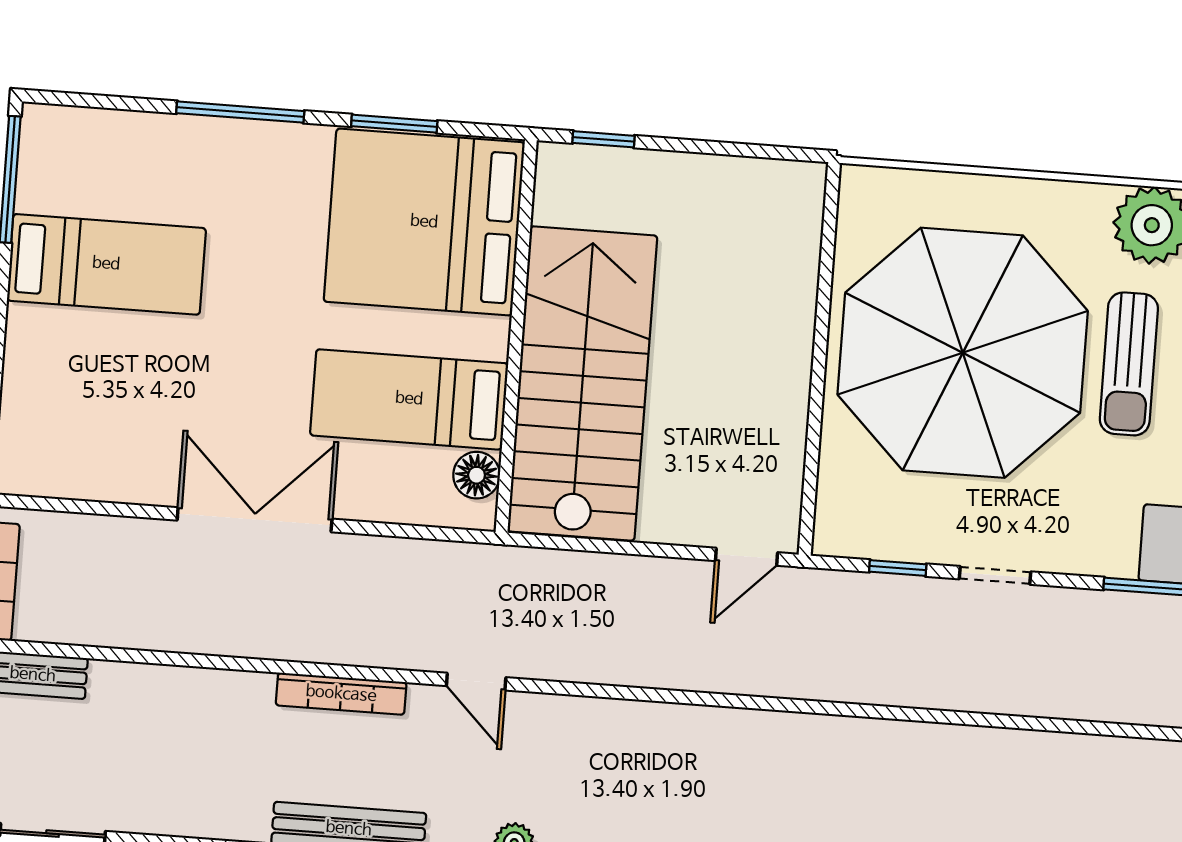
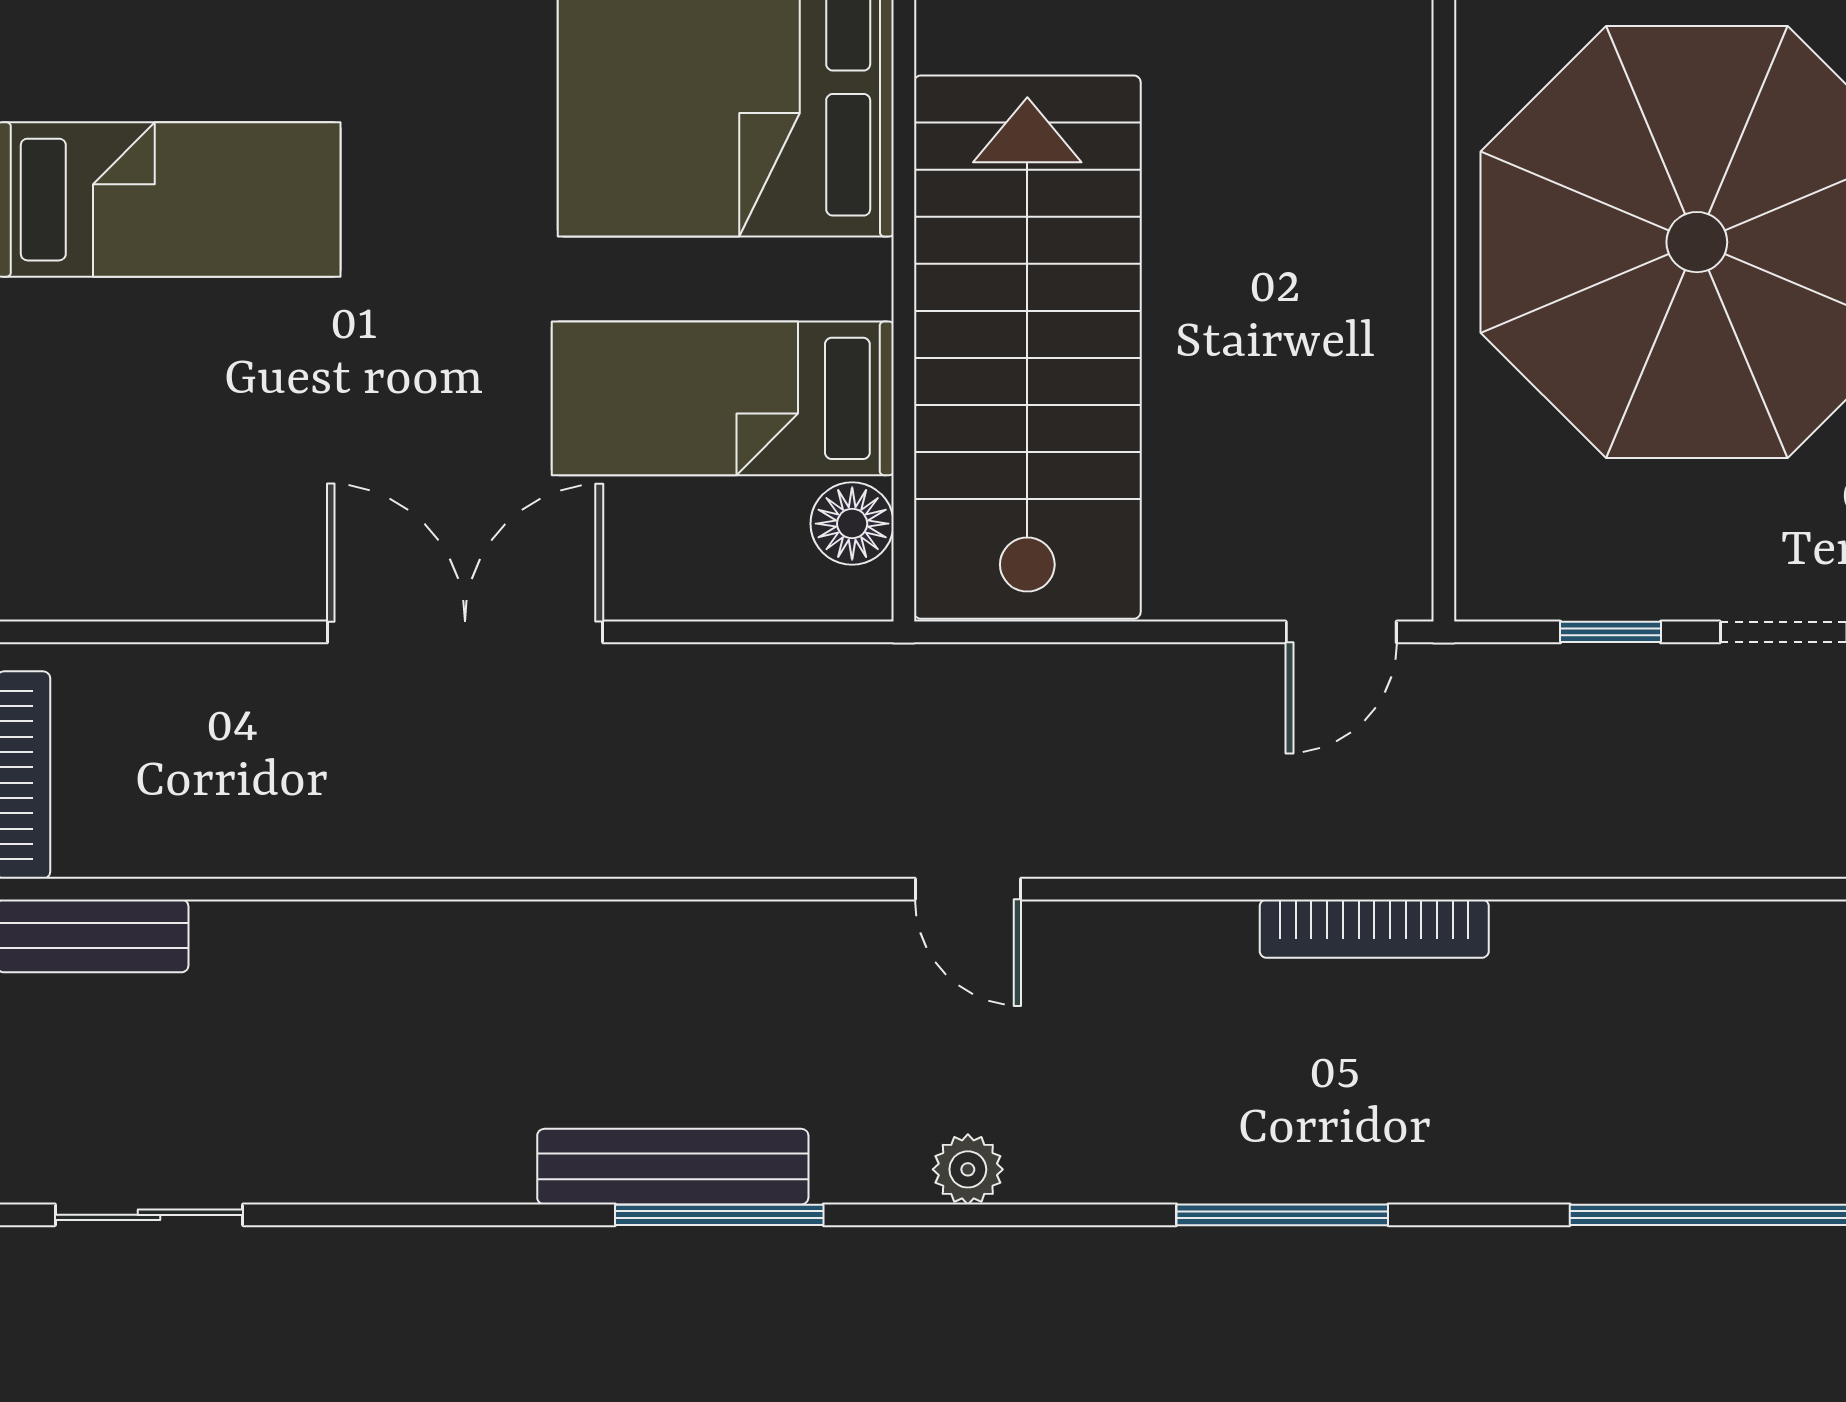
door: (476, 682) -> (968, 889), moved
bookcase: (341, 694) -> (1374, 929), moved

